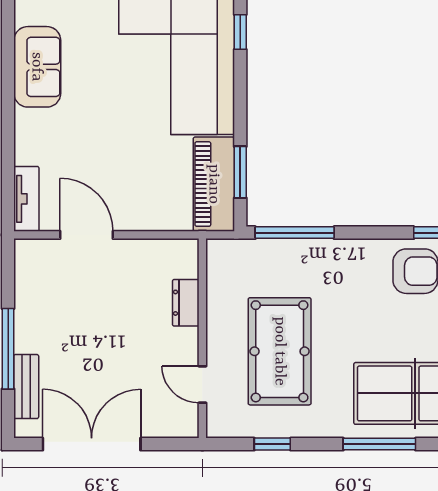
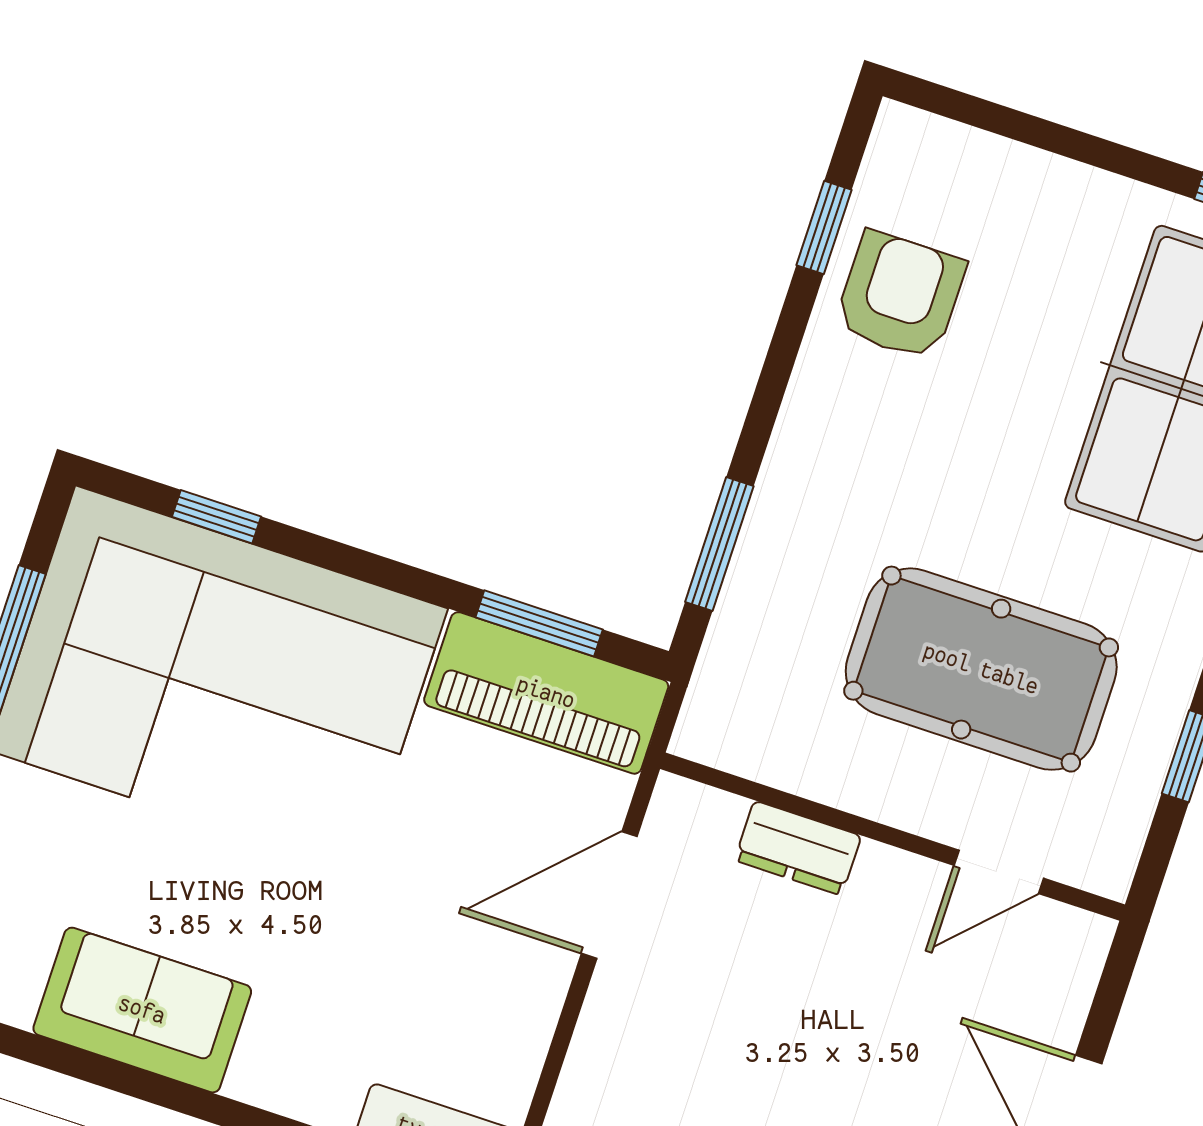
window: (295, 233) -> (719, 544), width x0.69
door: (87, 235) -> (609, 895), moved

